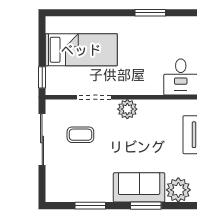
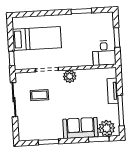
window: (146, 206) -> (99, 139), moved

